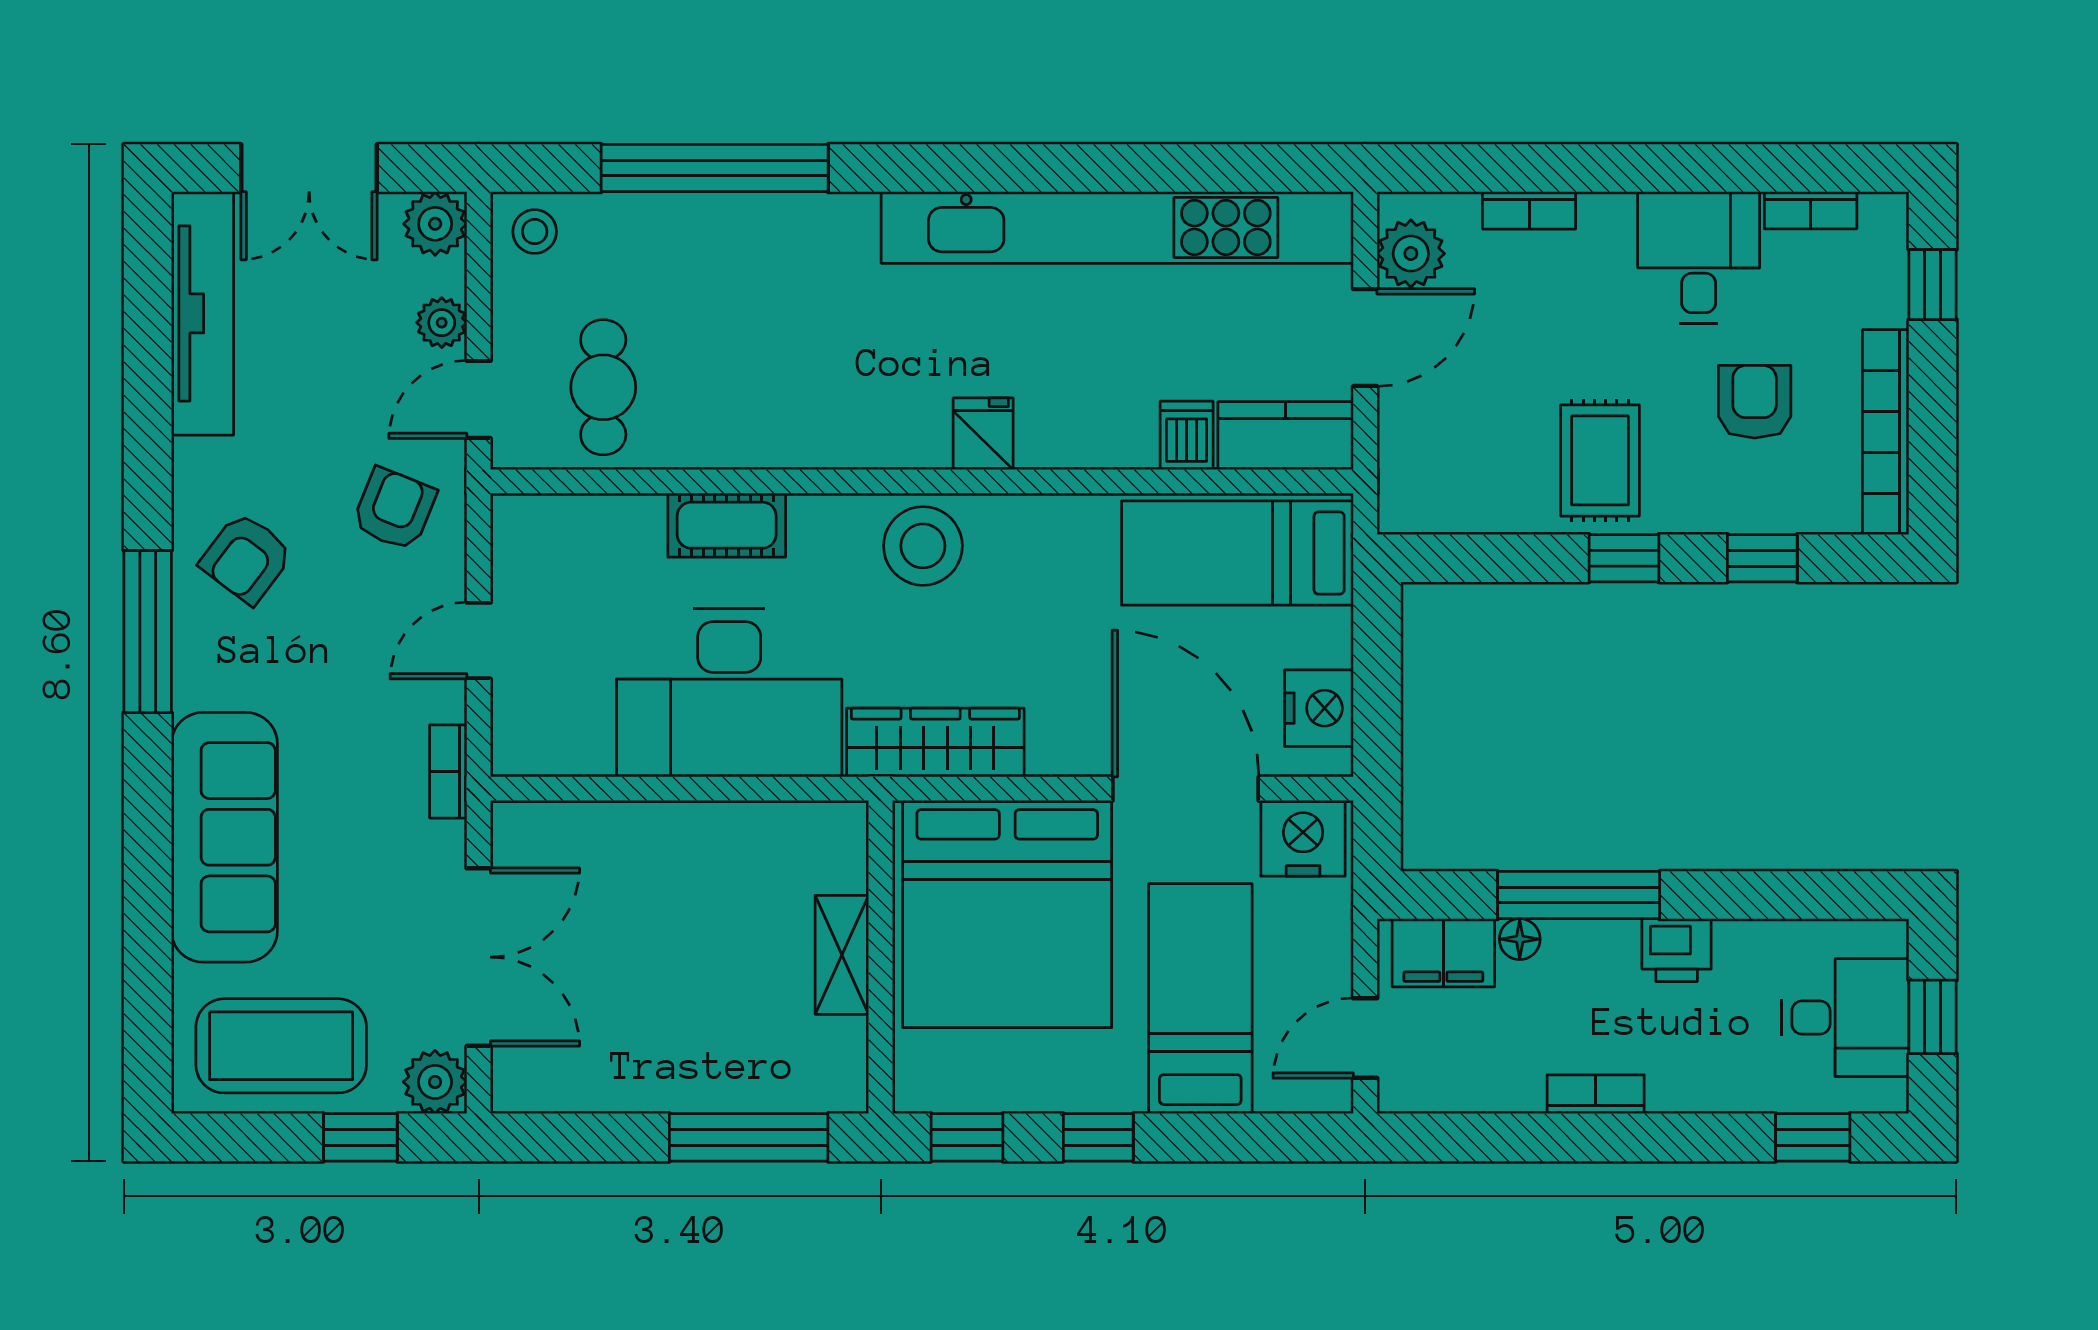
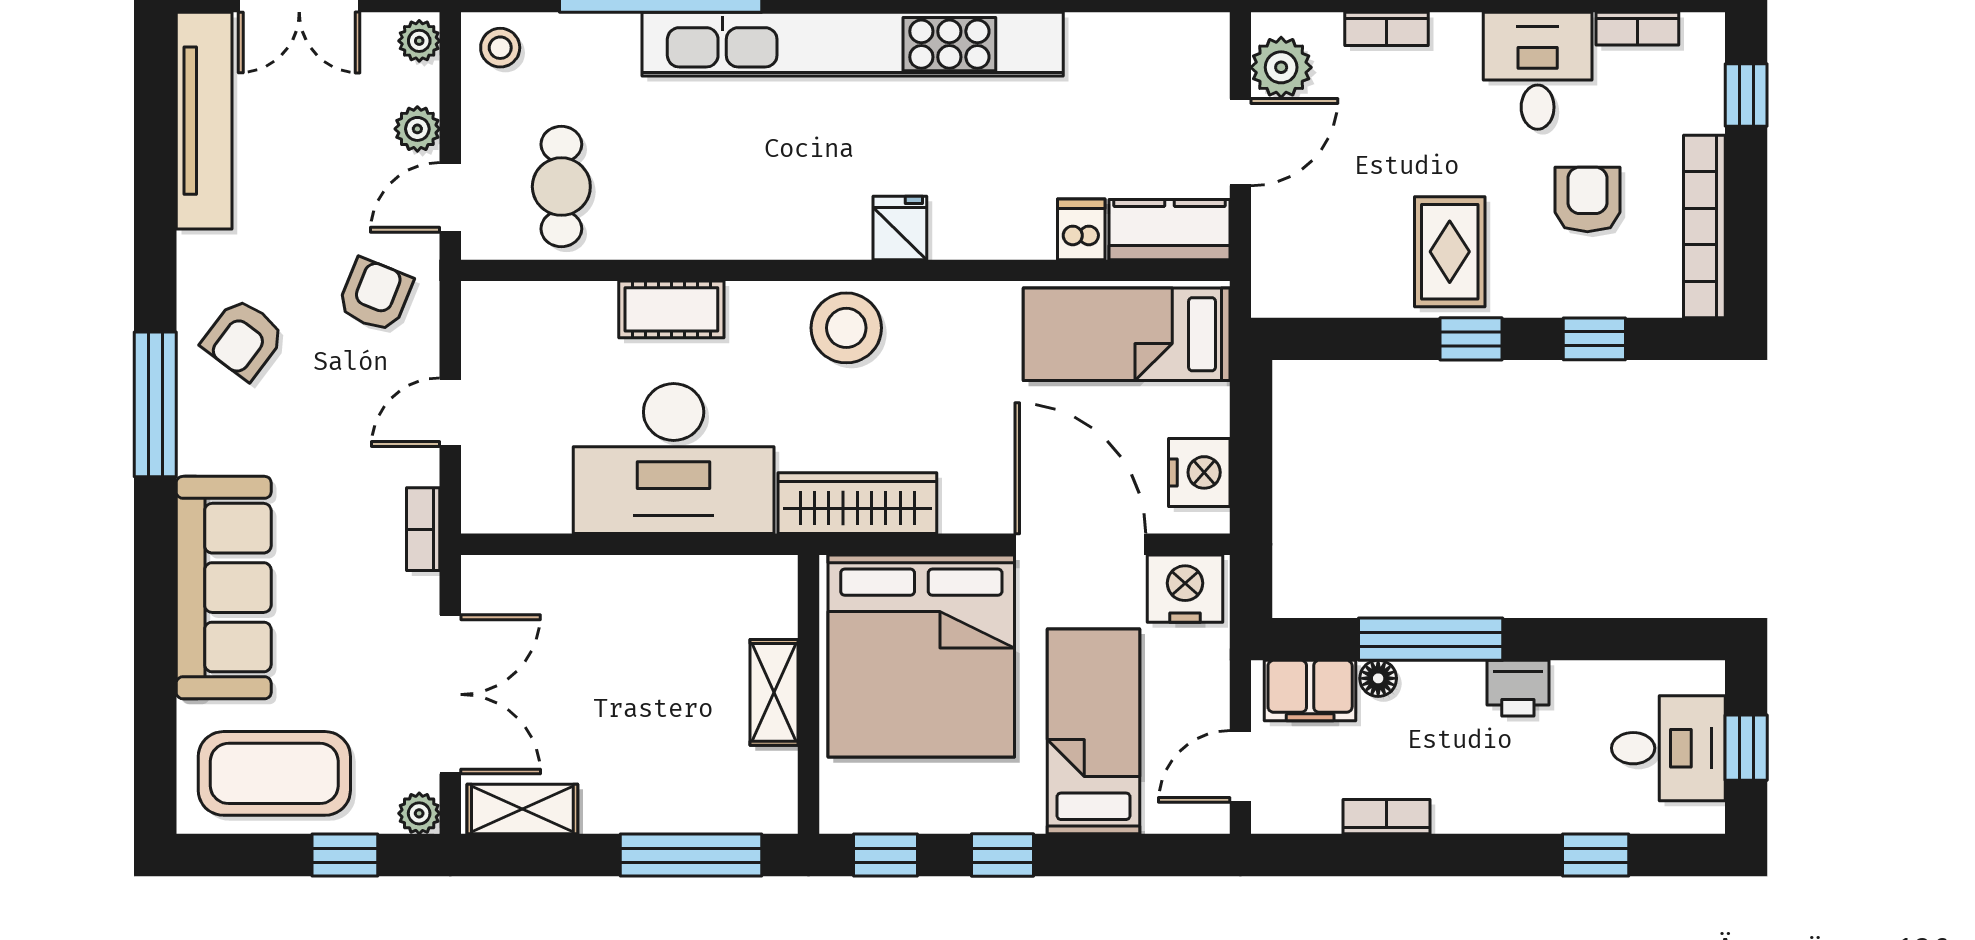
plant: (435, 224) -> (419, 41), width x0.73, depth x0.73
kitchen unit: (1117, 228) -> (853, 44), moved
plant: (435, 1082) -> (419, 813), width x0.73, depth x0.73
shelving: (560, 1086) -> (522, 809), added
bookcase: (1596, 1094) -> (1387, 817), moved
window: (1813, 1137) -> (1596, 855), moved

